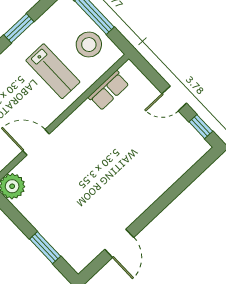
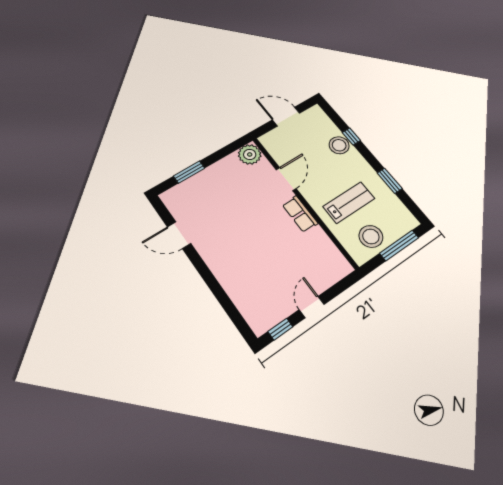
lab bench: (53, 71) -> (349, 202), turned 180
row of seats: (109, 90) -> (300, 214), moved

